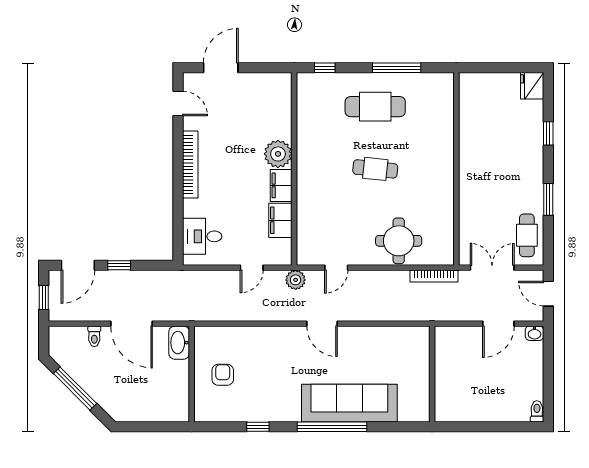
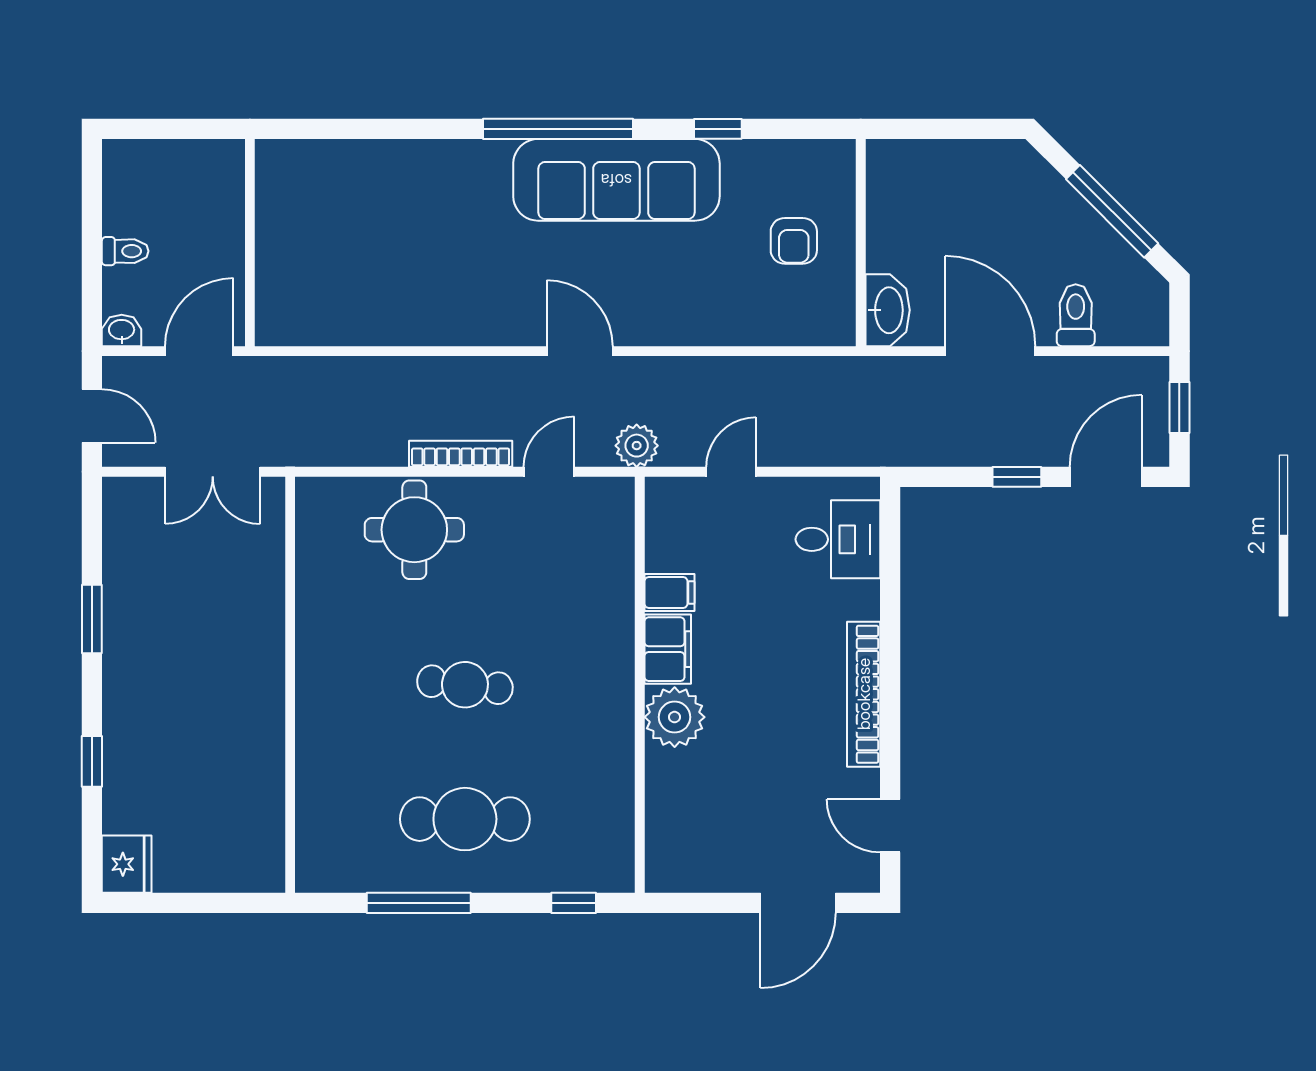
filing cabinet: (280, 220) -> (669, 593), width x0.50
cafe table: (527, 235) -> (138, 542), removed
bookcase: (434, 276) -> (461, 454), moved
toilet: (94, 336) -> (1076, 315), width x1.37, depth x1.39
wall: (432, 374) -> (250, 243), moved
sofa: (349, 403) -> (616, 180), moved
toilet: (537, 411) -> (125, 251), moved, turned -90

